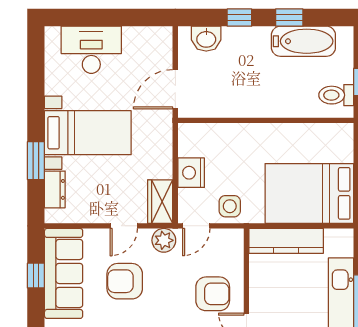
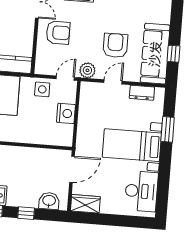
desk: (91, 50) -> (141, 191), moved, turned -90
dresser: (55, 189) -> (142, 93), moved, turned -90
wardrobe: (160, 202) -> (85, 204), moved, turned -90
armchair: (125, 281) -> (115, 45), turned -90
armchair: (213, 294) -> (58, 33), turned 180

